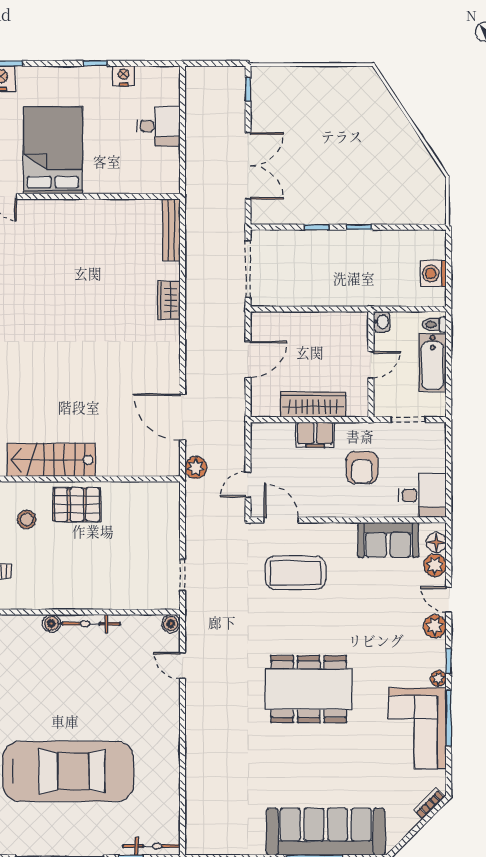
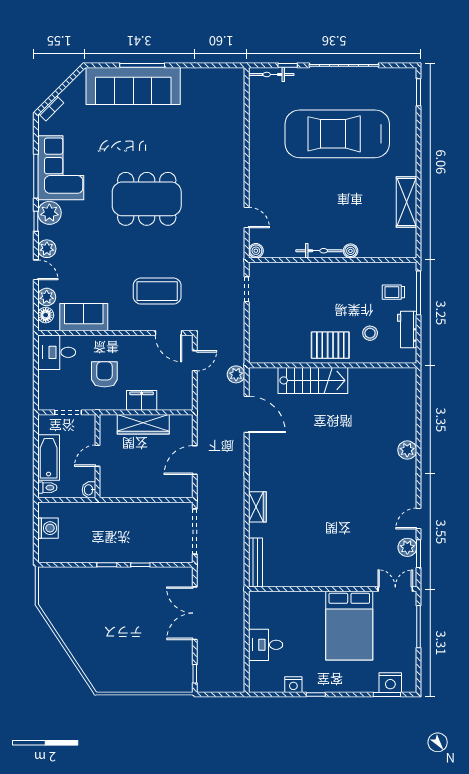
stairs: (51, 460) -> (313, 380), moved
plant: (438, 678) -> (49, 213), width x1.87, depth x1.87

